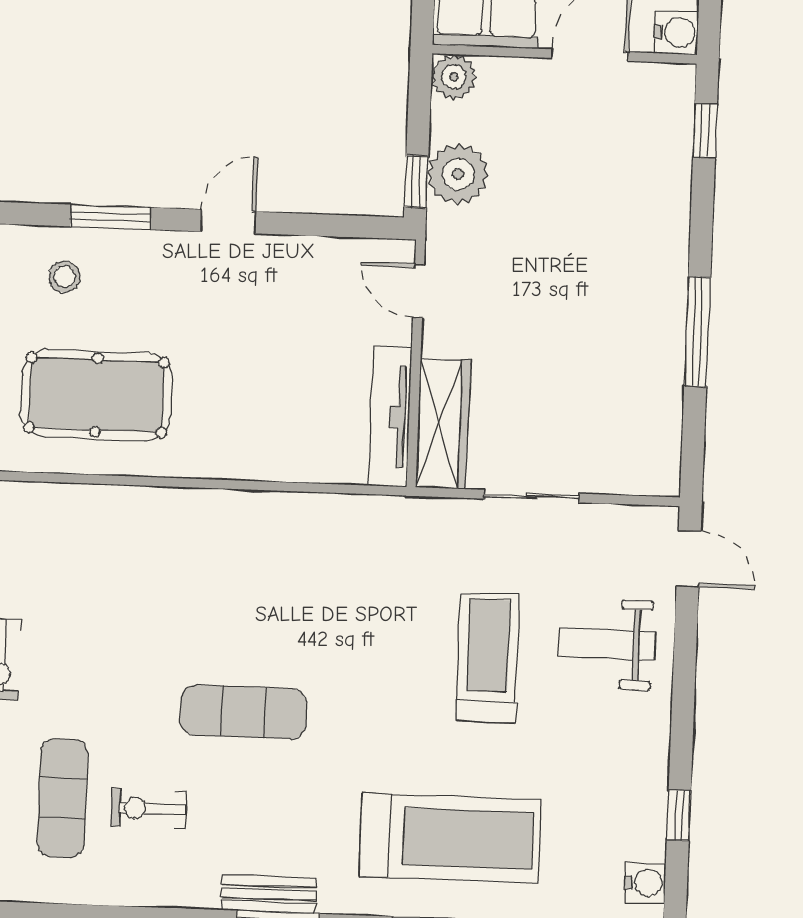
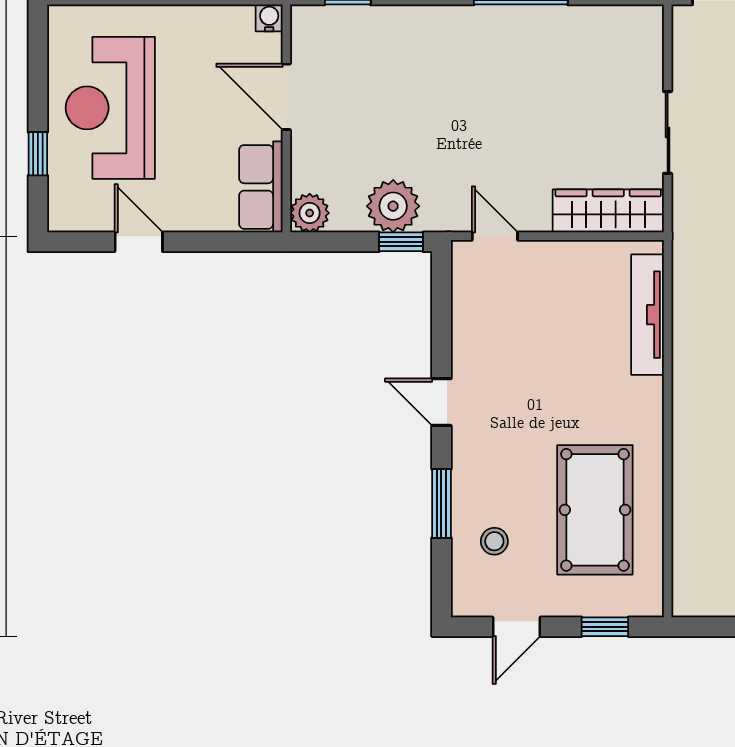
water cooler: (676, 32) -> (269, 18), width x0.72, depth x0.72
door: (419, 291) -> (495, 236), swing flipped
tv unit: (390, 416) -> (648, 315), moved, turned 90

